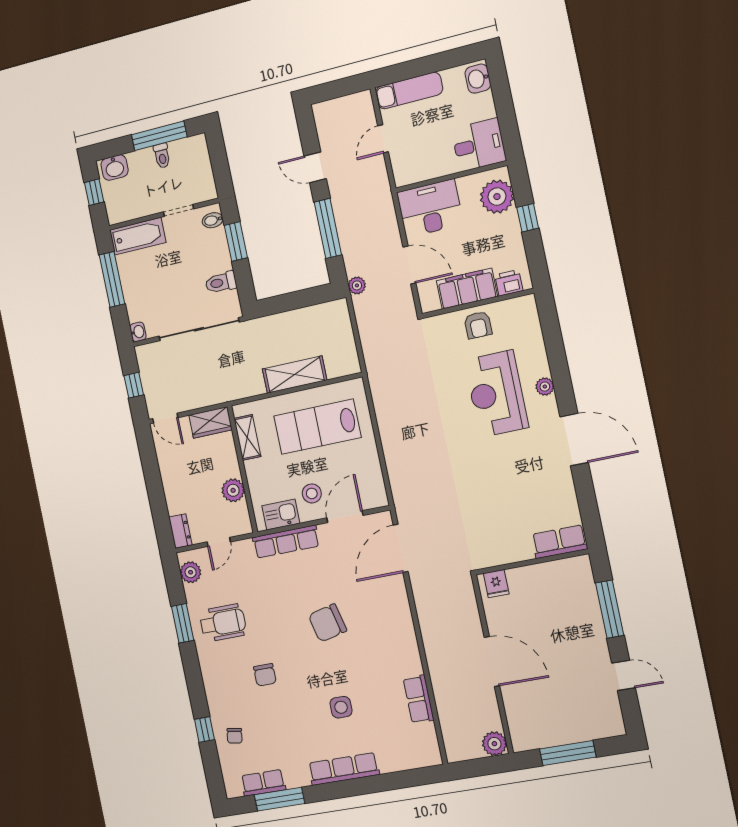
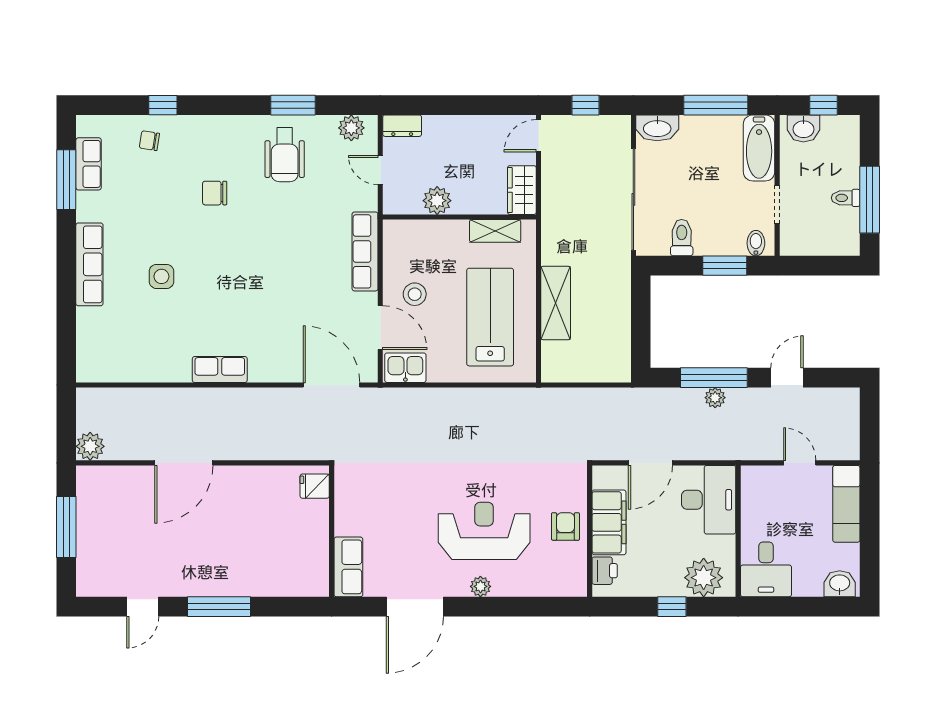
washbasin: (115, 168) -> (803, 128), moved, turned -90
plant: (357, 285) -> (715, 398), moved
armchair: (478, 325) -> (565, 526), turned 90
washbasin: (138, 332) -> (657, 128), width x1.91, depth x1.45
kitchen sink: (281, 515) -> (405, 368), moved, turned -90
row of seats: (560, 542) -> (348, 567), moved
wall: (532, 562) -> (332, 531), moved
fridge: (496, 584) -> (315, 486), moved
chair: (327, 623) -> (262, 281), removed
row of seats: (419, 699) -> (220, 370), moved

